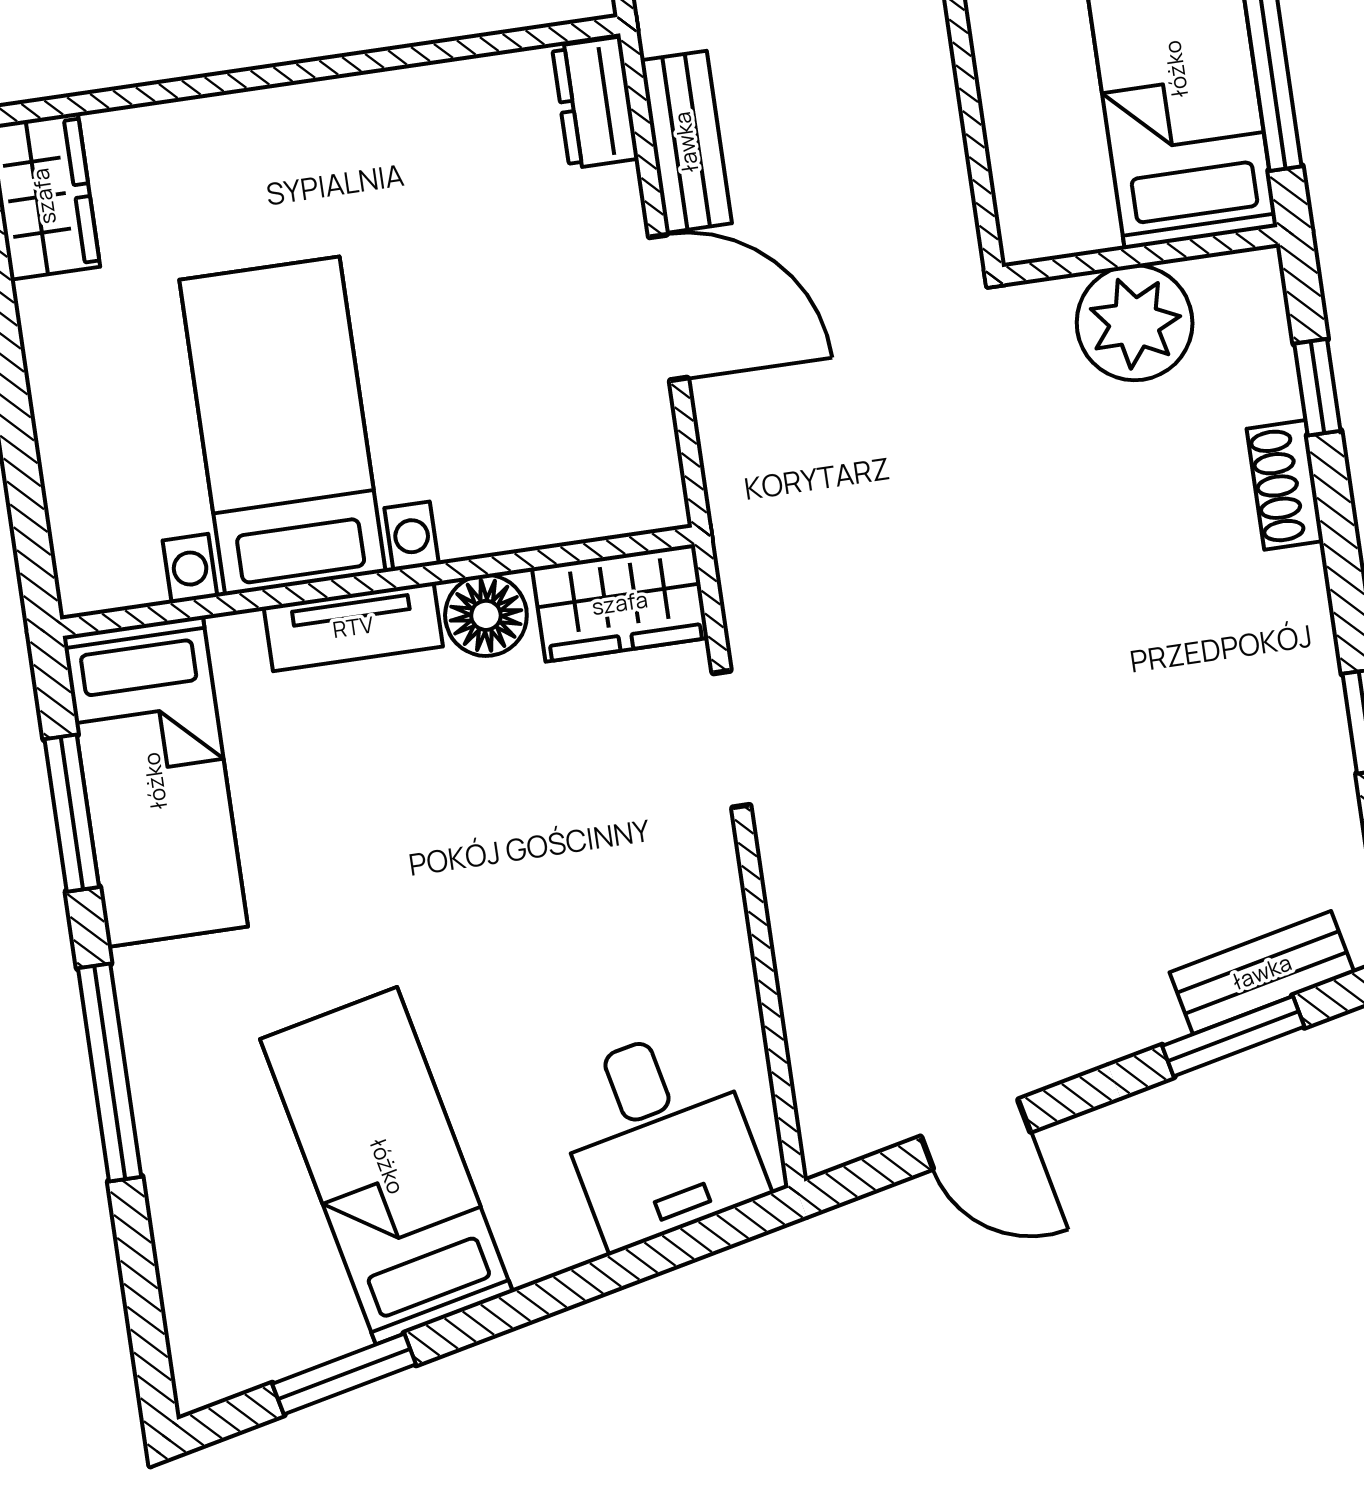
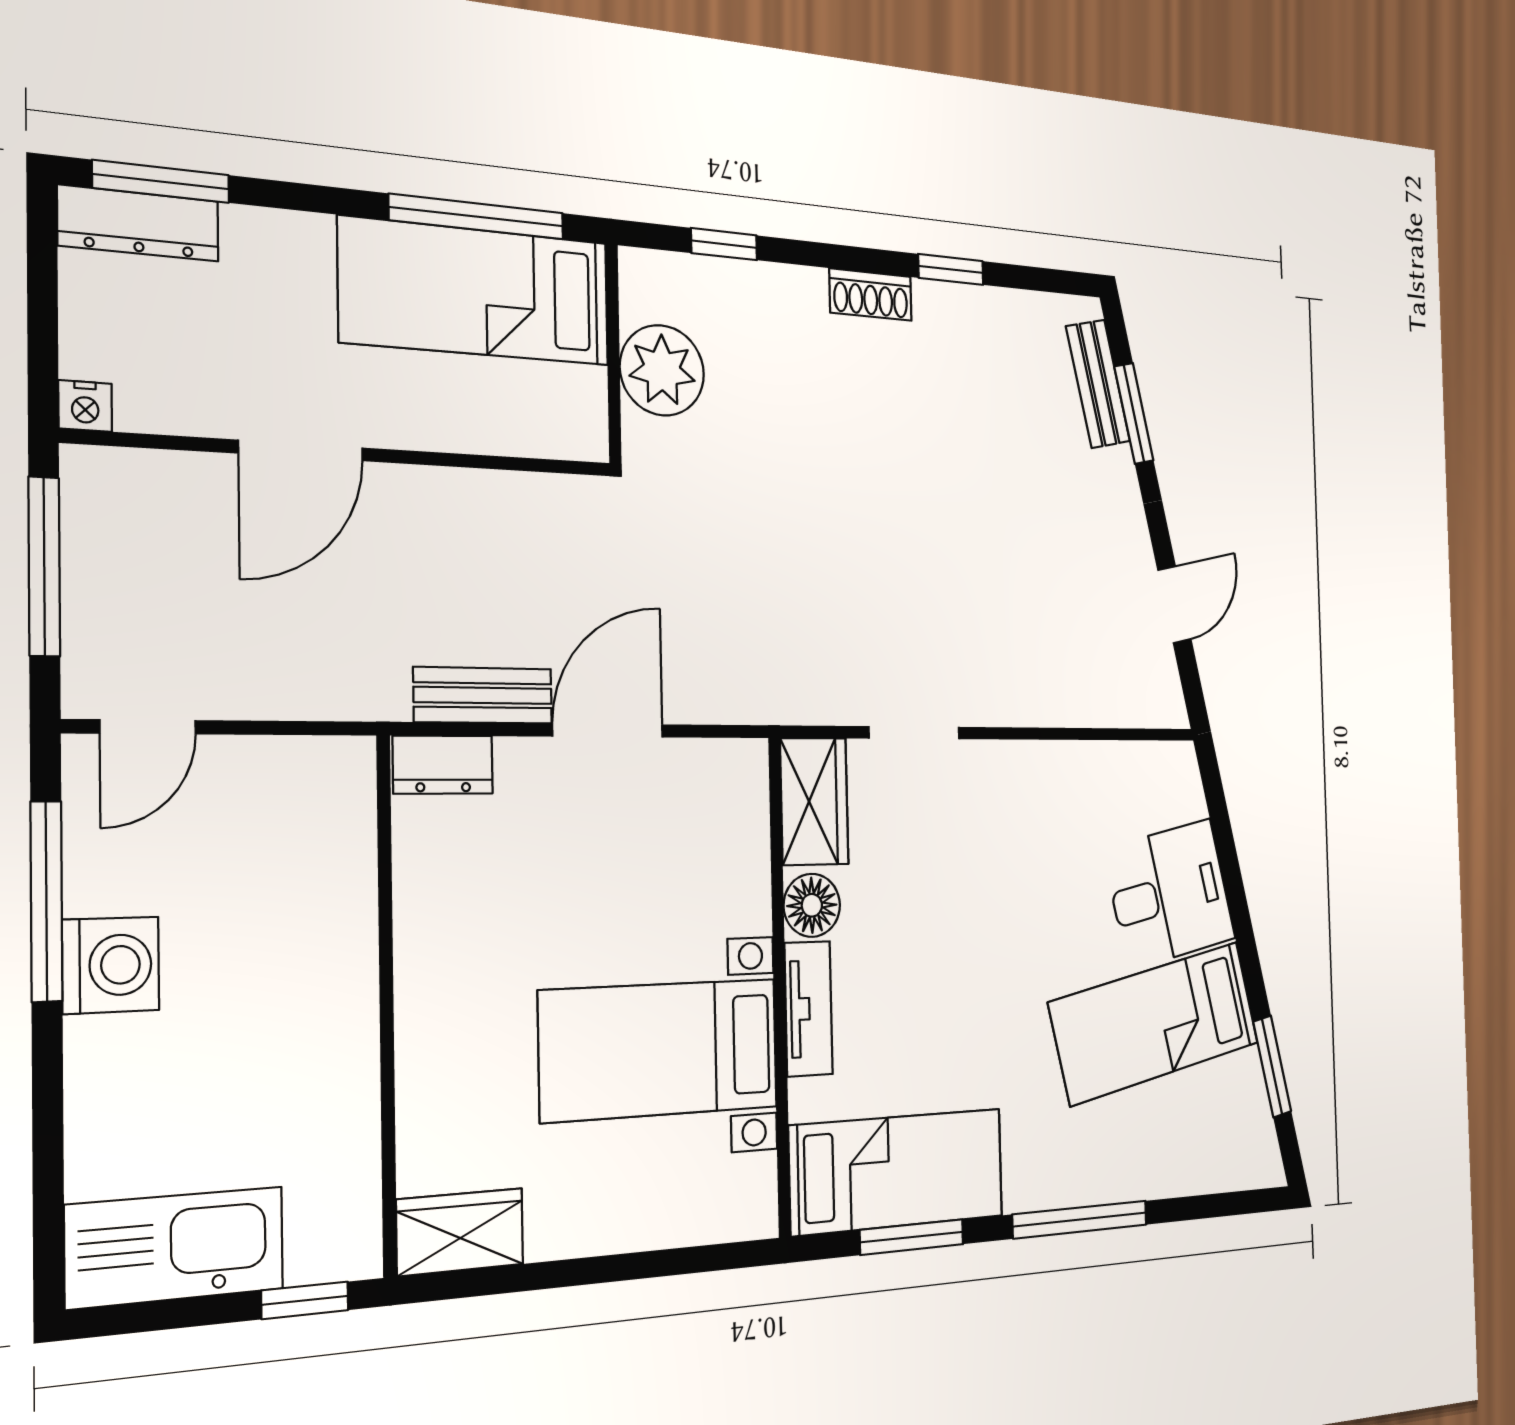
shoe rack: (1285, 485) -> (871, 295), moved
desk: (658, 1136) -> (1170, 894), moved

